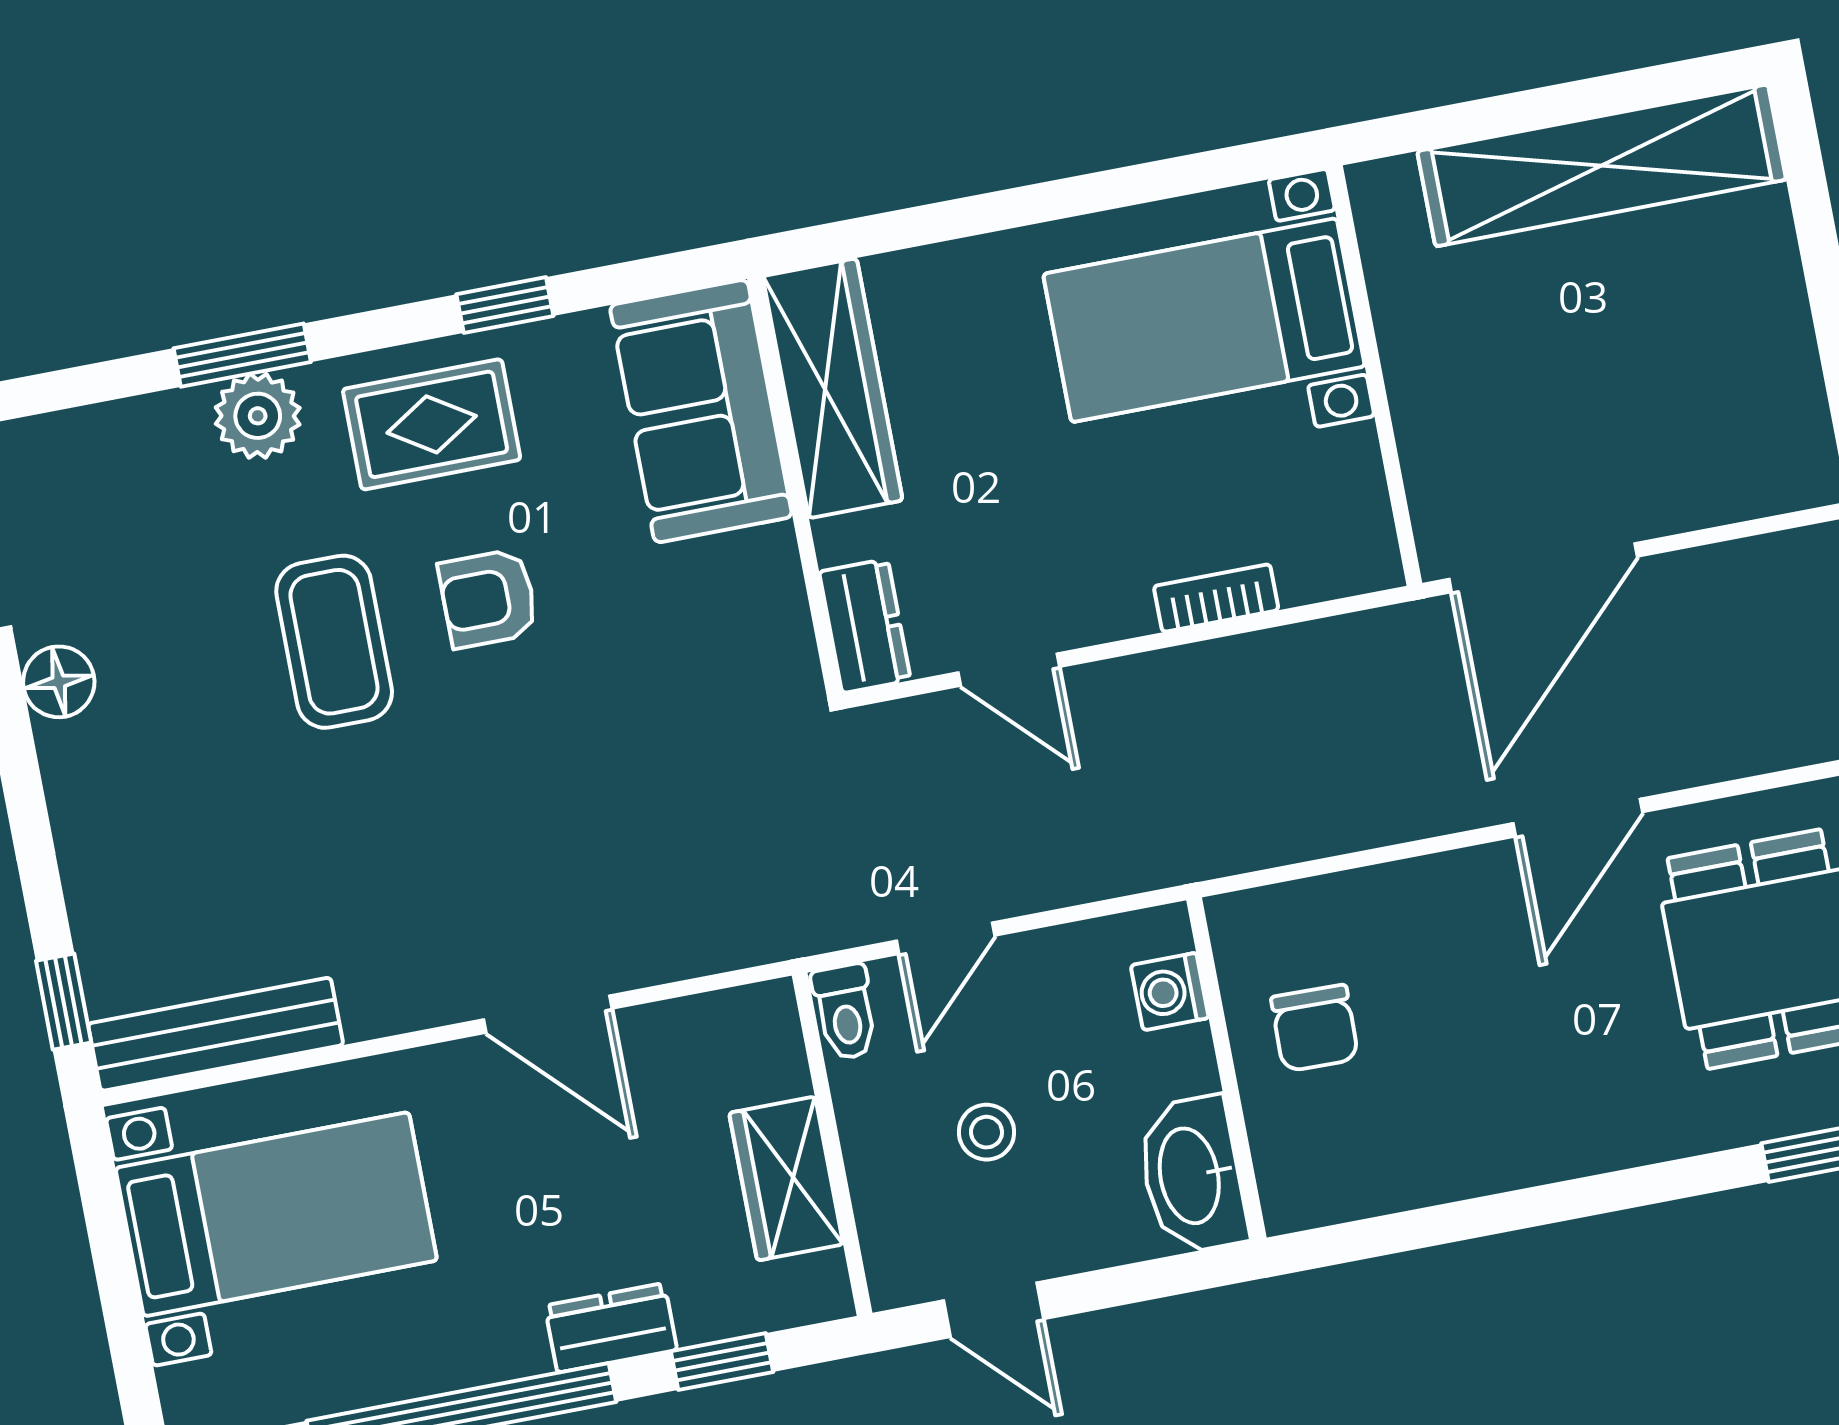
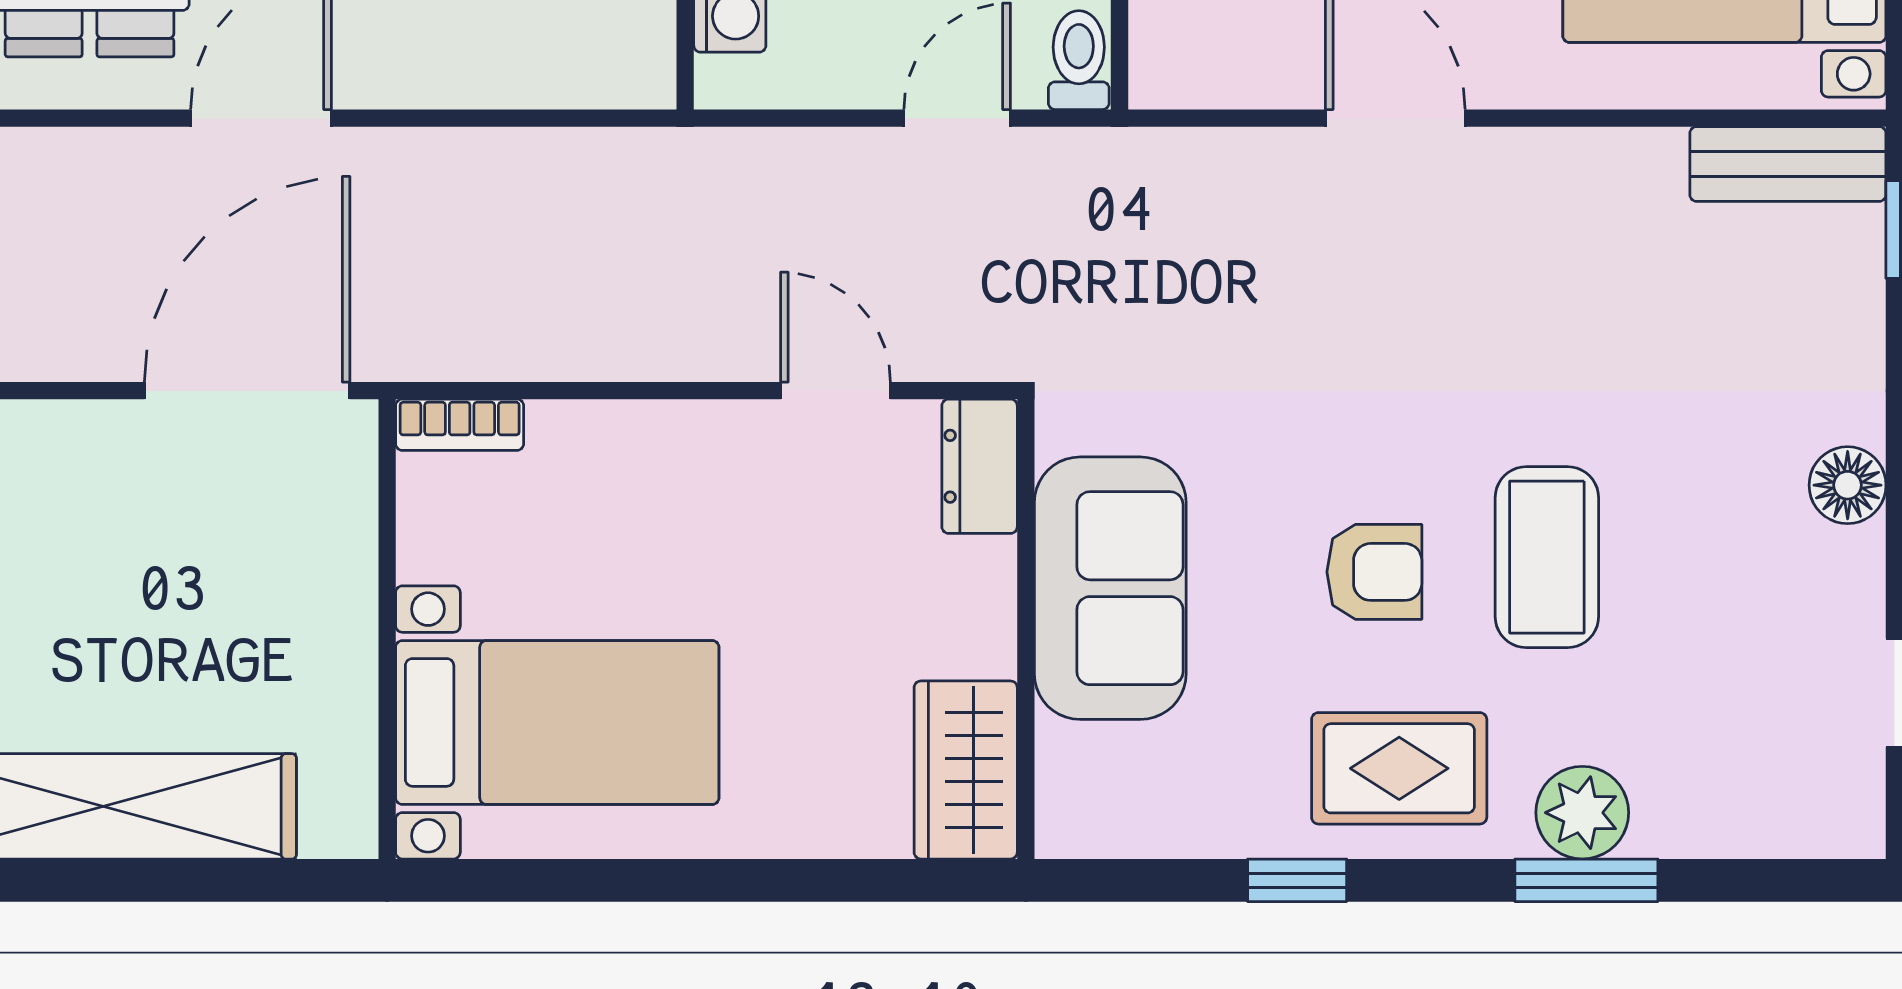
wardrobe: (833, 388) -> (966, 770), width x0.67
sofa: (701, 411) -> (1110, 588), moved
bookcase: (1216, 598) -> (460, 425), moved
floor lamp: (59, 682) -> (1848, 485), moved
bench: (216, 1034) -> (1788, 164), width x0.73

